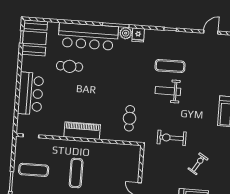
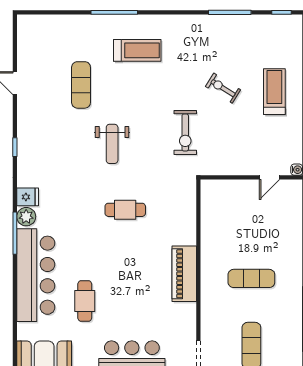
exercise mat: (170, 66) -> (81, 85), moved
cafe table: (130, 118) -> (125, 210), moved

